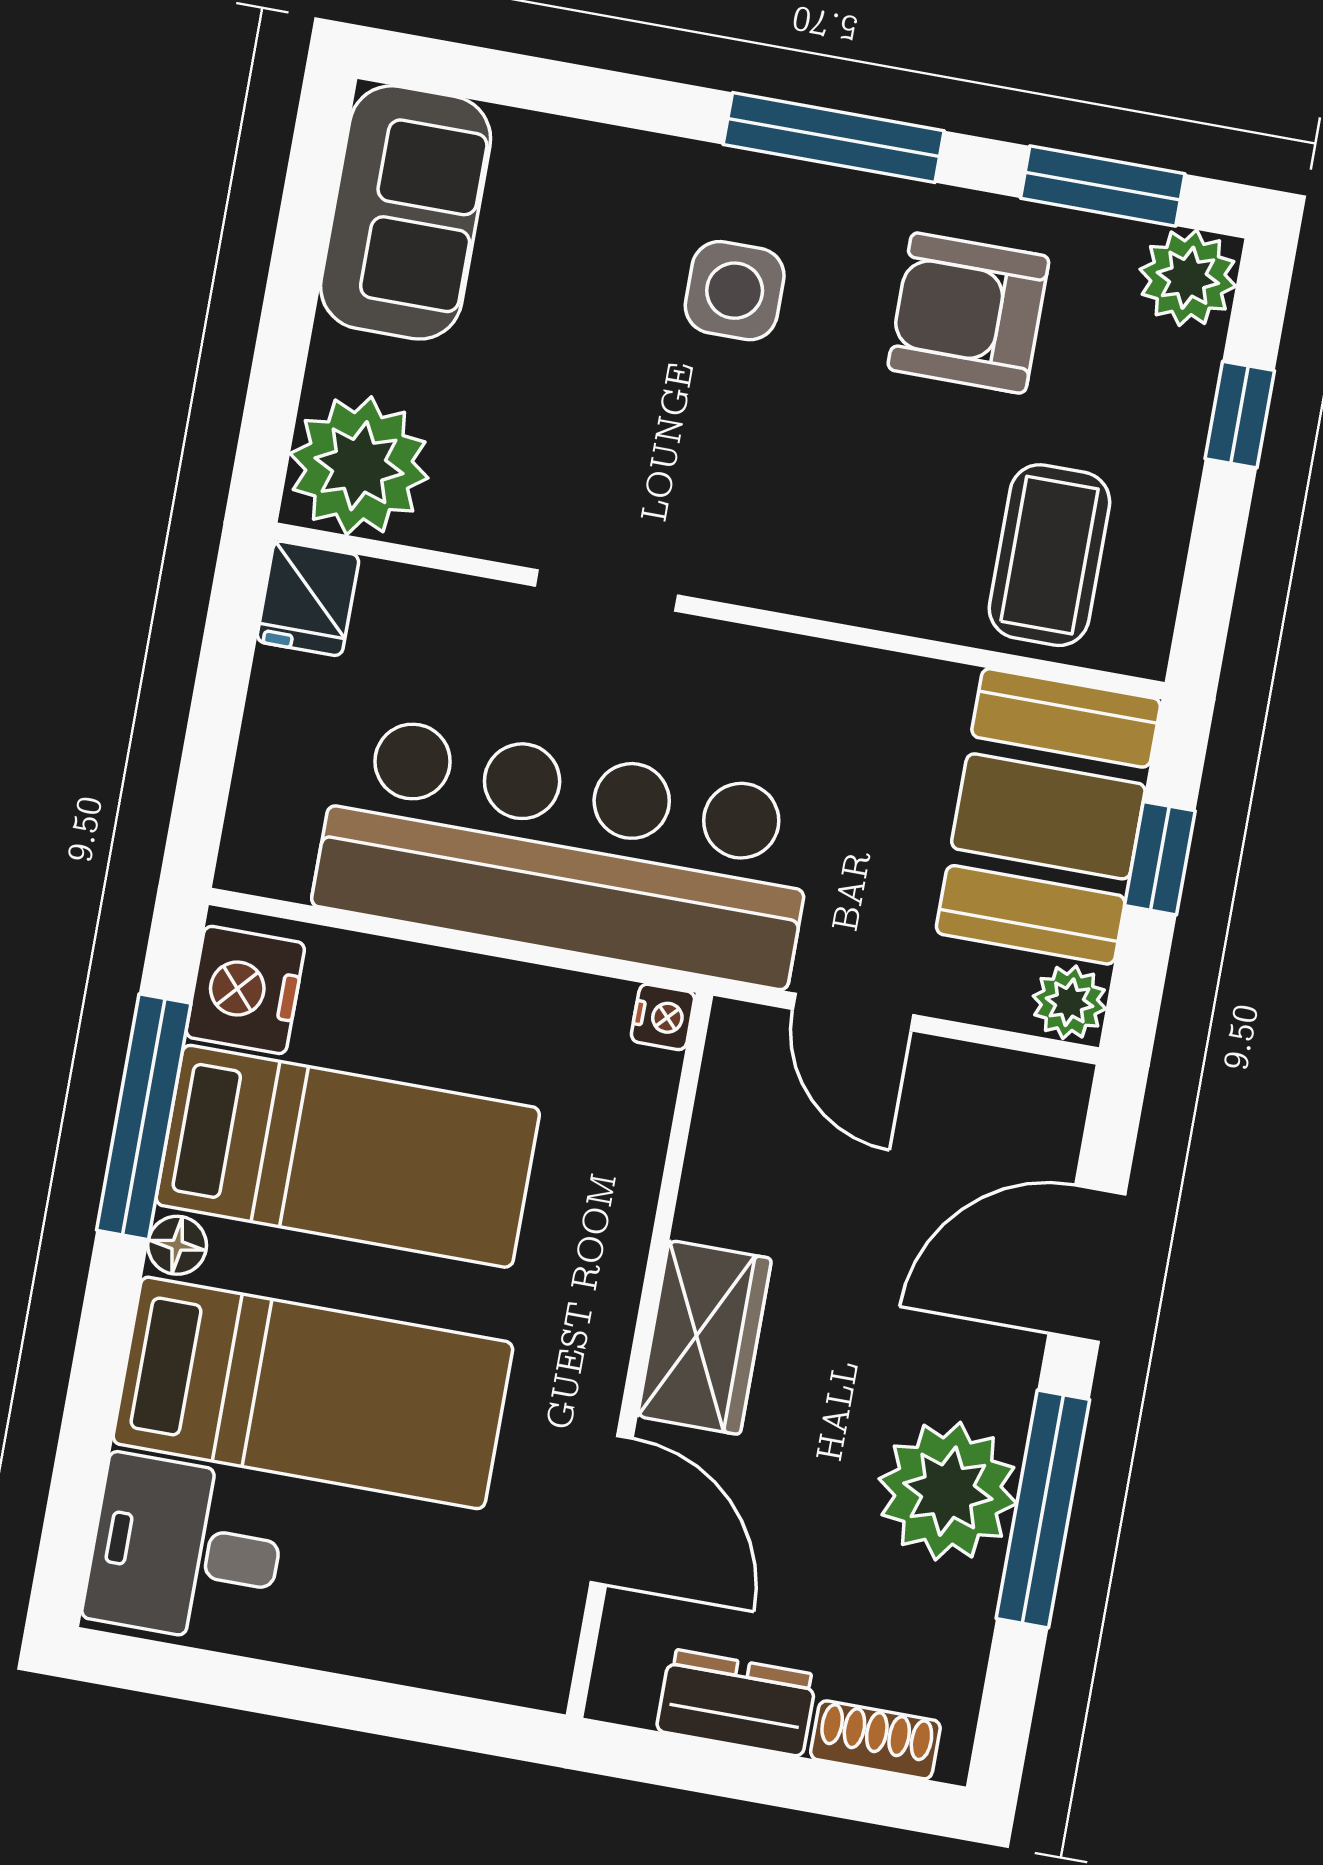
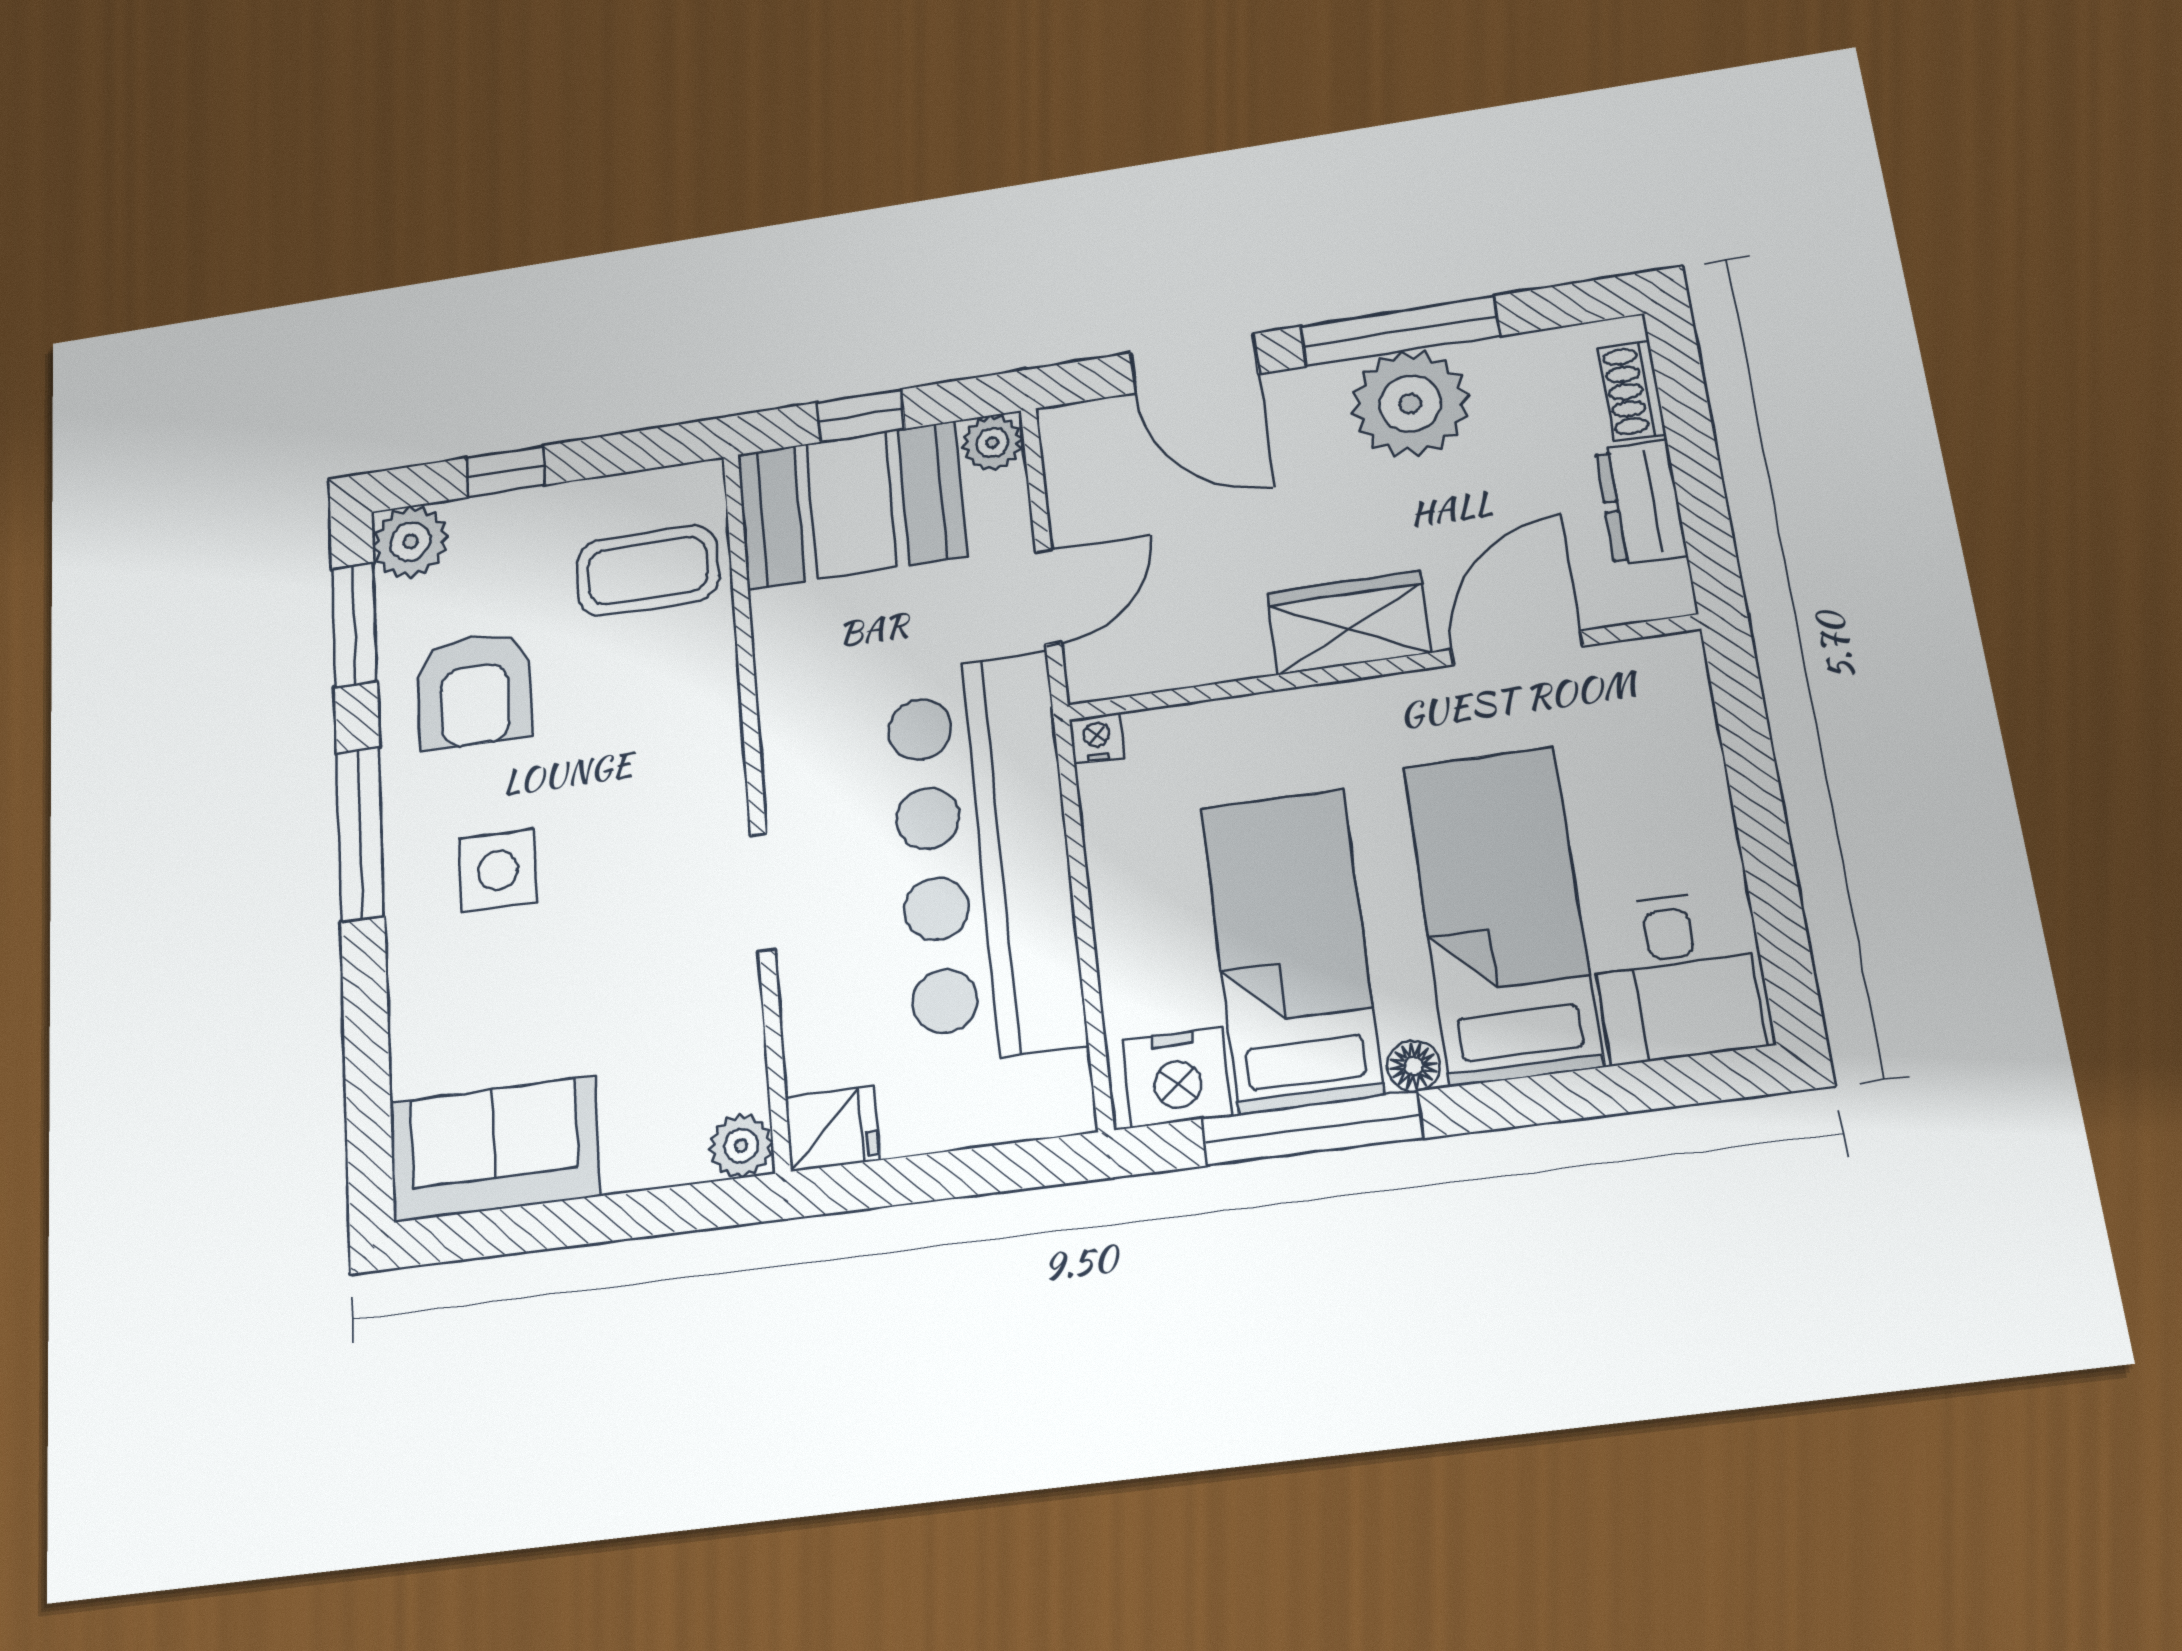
plant: (359, 466) -> (741, 1146), width x0.53, depth x0.53

